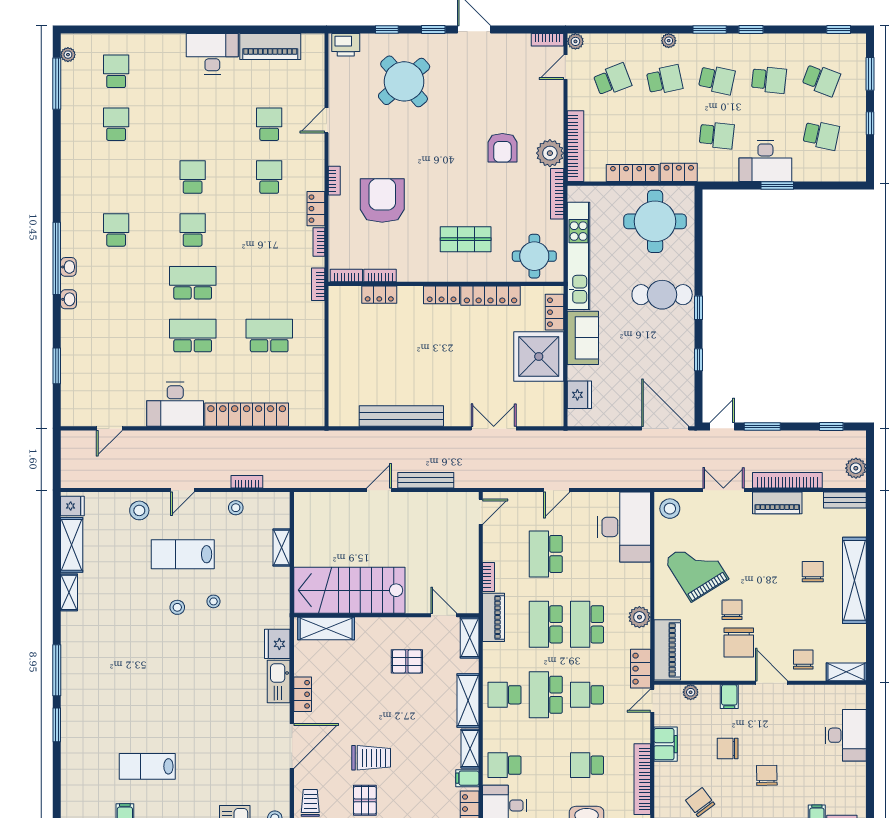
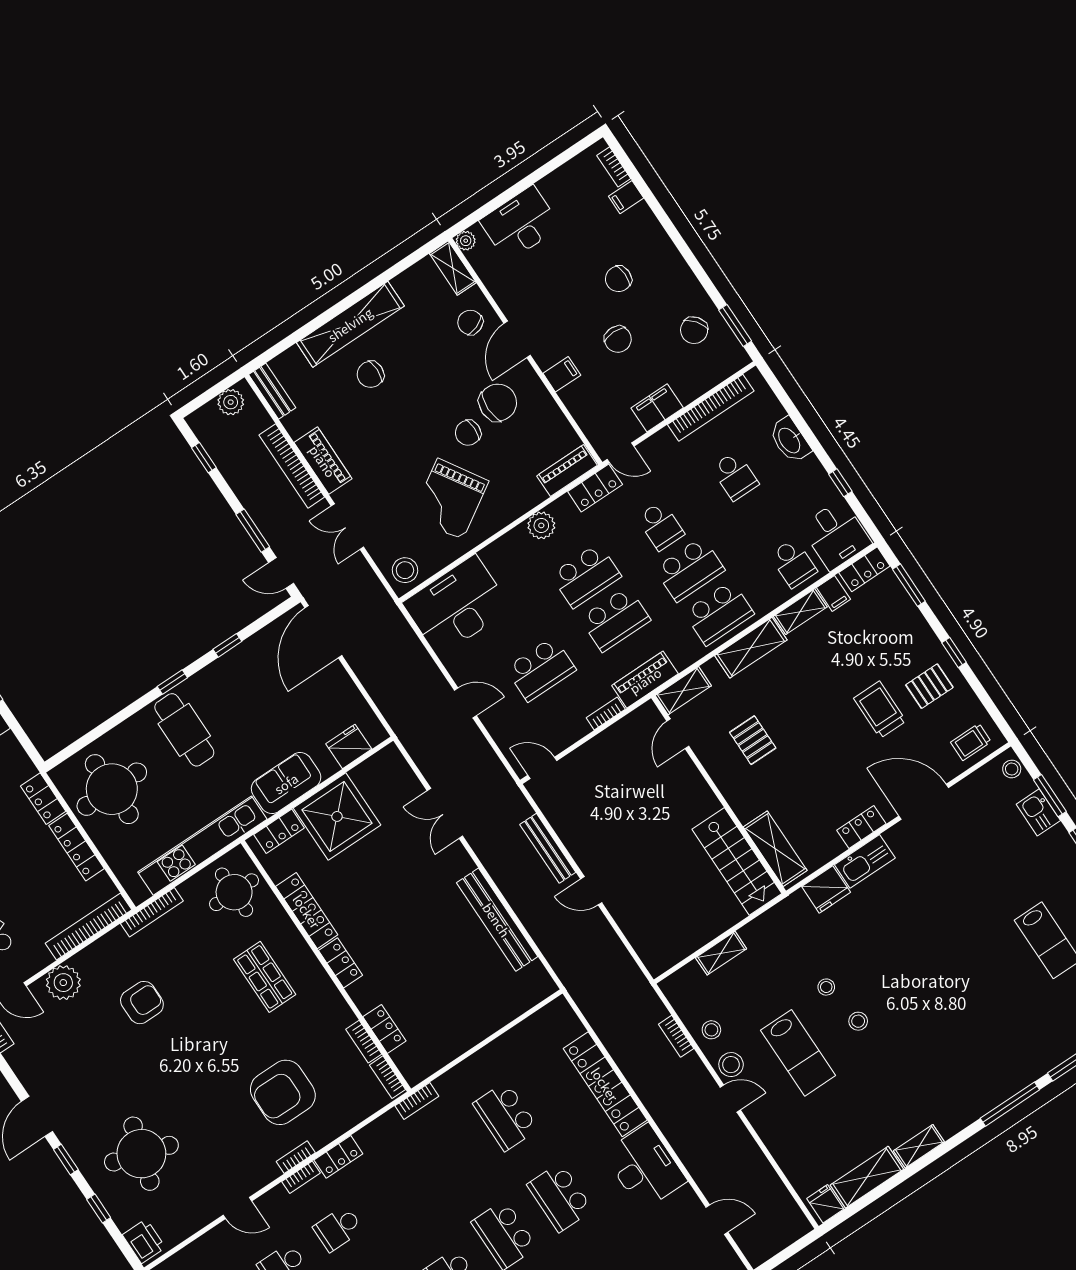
round table: (404, 81) -> (141, 1154), turned -32
plant: (550, 153) -> (63, 983), moved
bookcase: (319, 242) -> (301, 1177), moved
stool: (139, 510) -> (731, 1065), moved
stairs: (349, 590) -> (737, 861), width x0.73, depth x0.66
piano: (667, 650) -> (567, 471), width x0.73, depth x0.75
chair: (803, 659) -> (470, 322), turned 69
plant: (691, 692) -> (466, 241), moved
school desk: (505, 695) -> (719, 613), width x1.85

